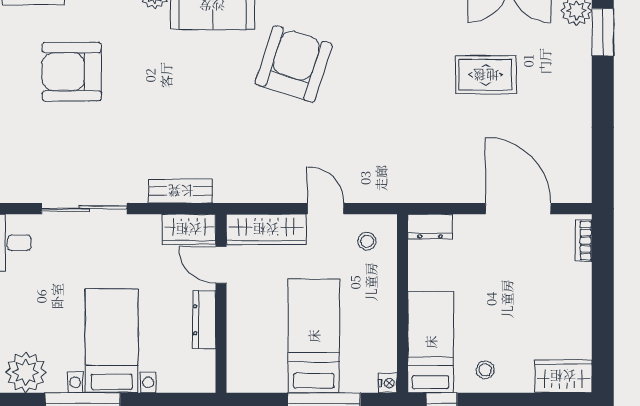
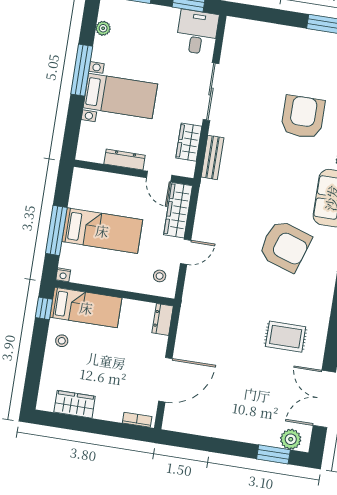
armchair: (72, 72) -> (303, 117), moved
rug: (486, 75) -> (286, 337), moved, turned 90
wardrobe: (189, 229) -> (189, 142), moved
door: (221, 265) -> (159, 177), swing flipped
plant: (26, 372) -> (103, 28), width x0.53, depth x0.53
wardrobe: (563, 376) -> (75, 404), moved, turned -90

